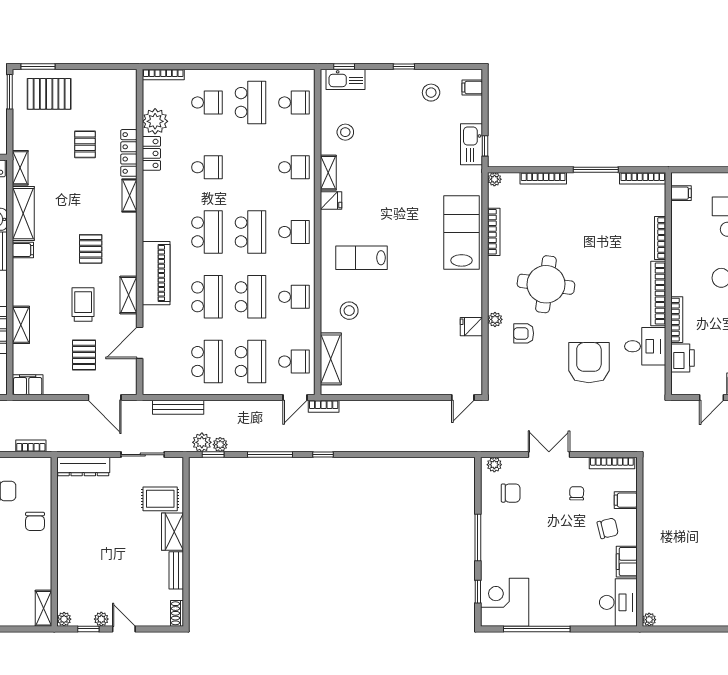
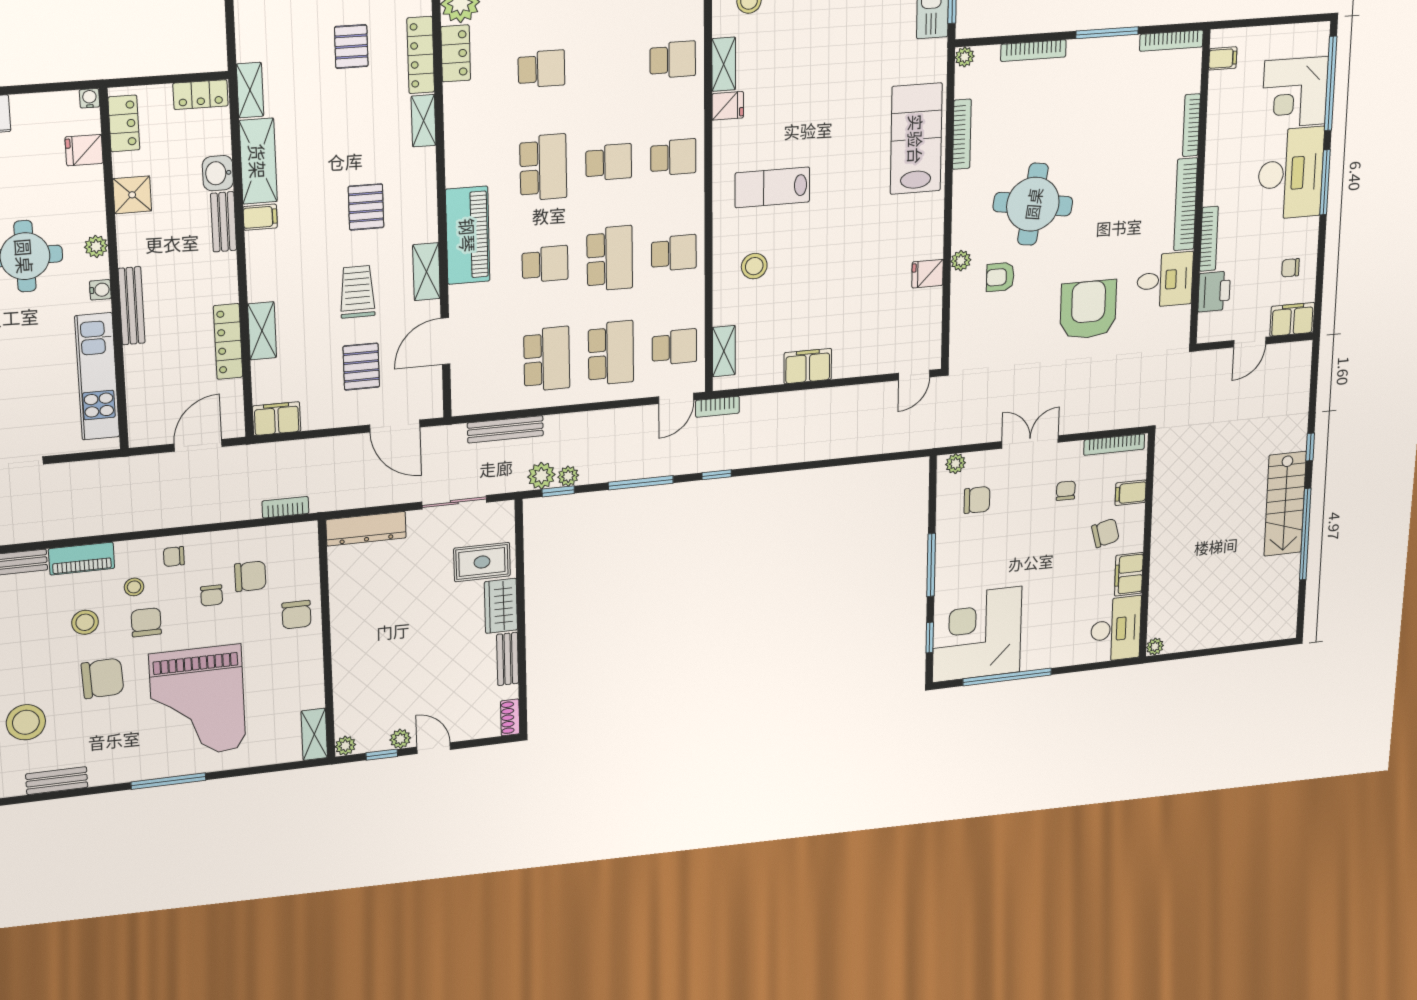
school desk: (250, 232) -> (609, 162), width x0.54
school desk: (207, 297) -> (545, 264), width x0.54
shelving: (331, 359) -> (724, 351), width x0.67, depth x0.75
filing cabinet: (387, 384) -> (808, 366), added
corner desk: (505, 602) -> (977, 634), width x1.36, depth x1.36

